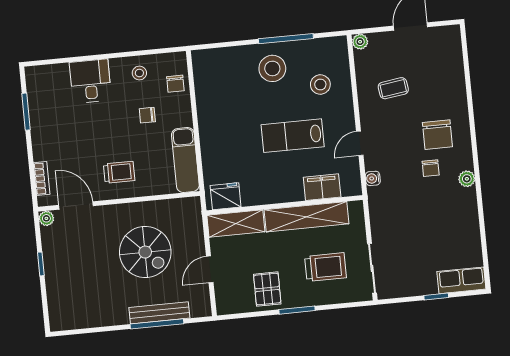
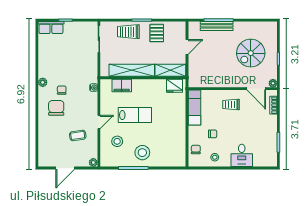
door: (360, 143) -> (99, 122), moved
spiral stairs: (145, 252) -> (251, 53), moved, turned -90
trolley: (326, 267) -> (128, 32), moved

